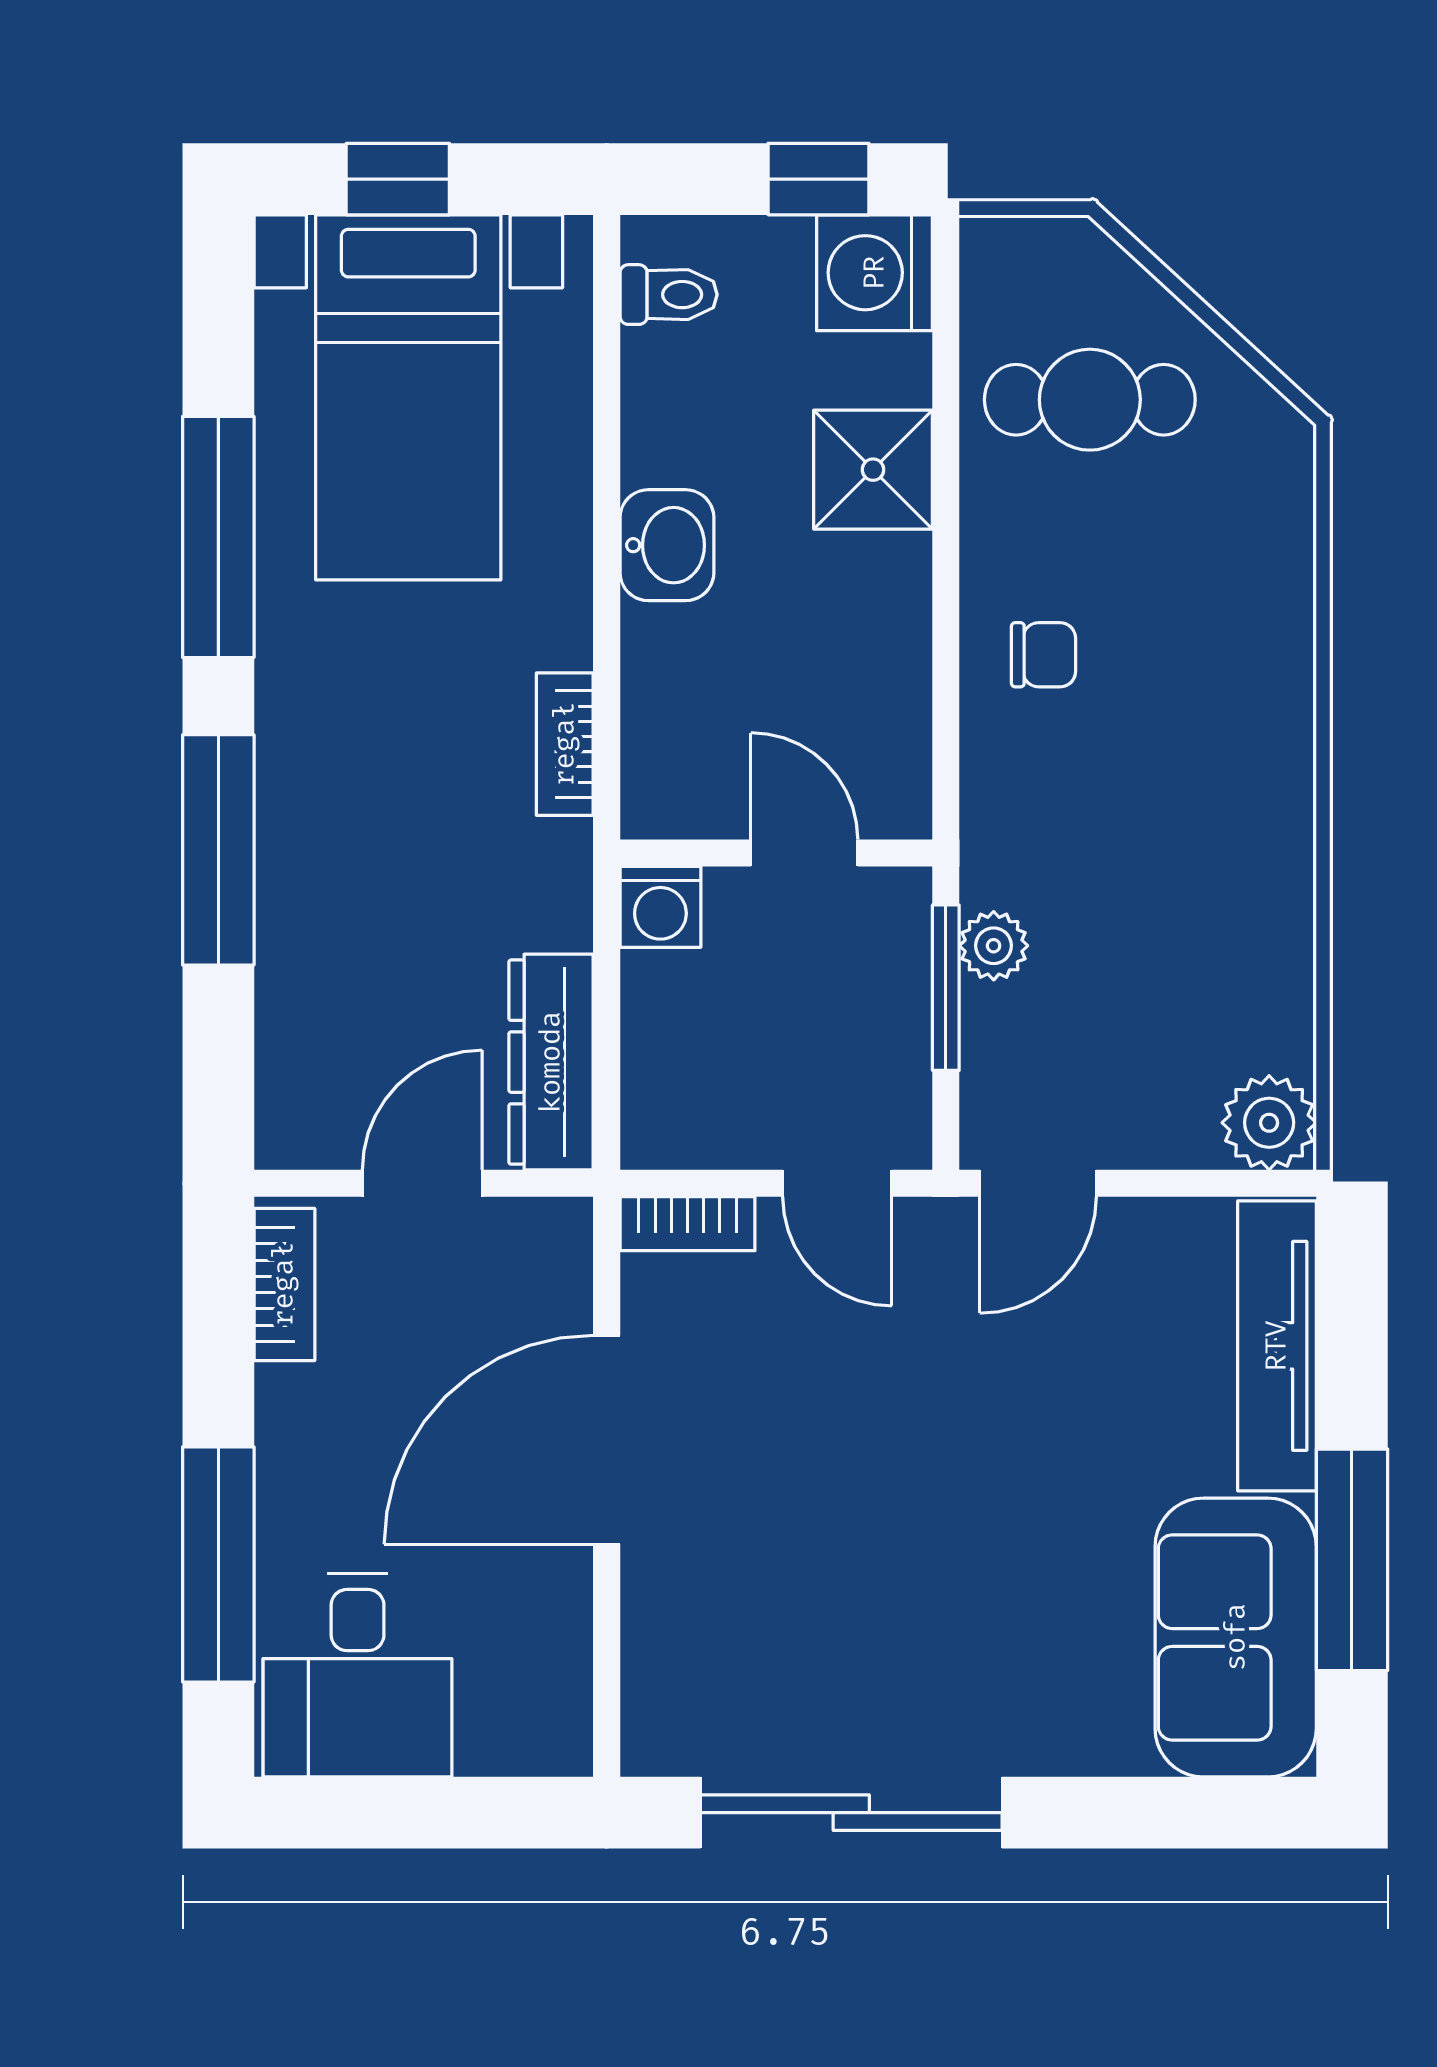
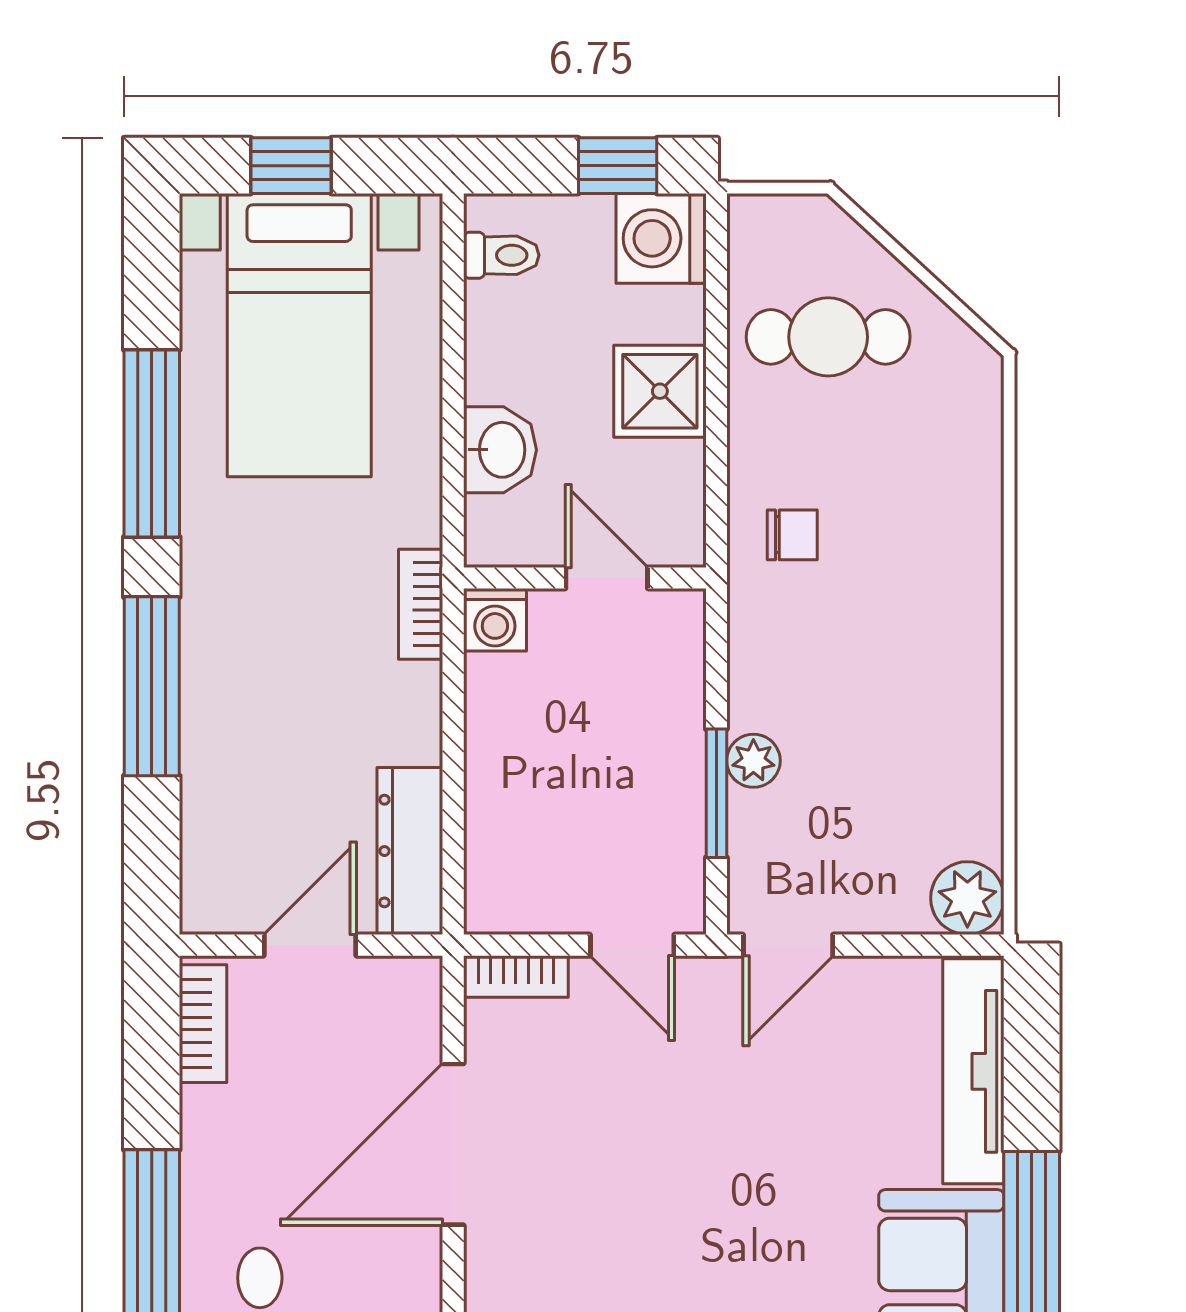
wall: (776, 853) -> (585, 578), moved
door: (804, 853) -> (607, 578), moved
washing machine: (660, 907) -> (495, 620), moved

